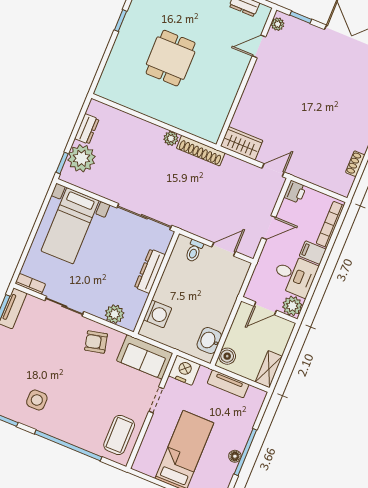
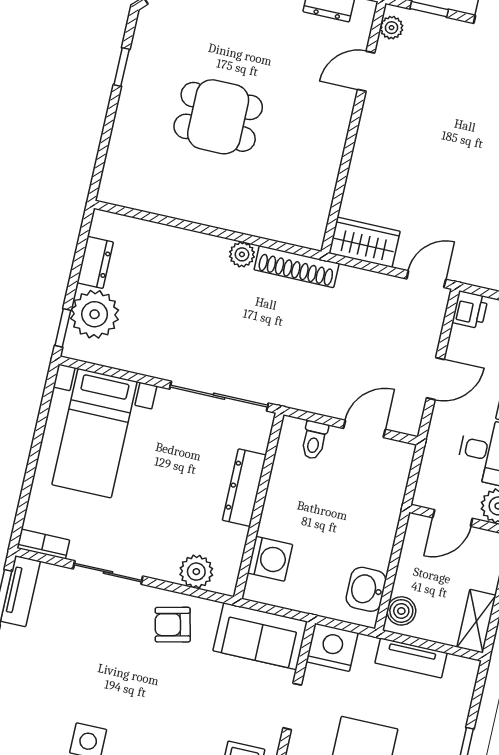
dining table: (171, 58) -> (218, 117), turned 90

